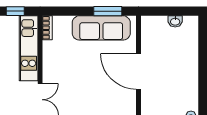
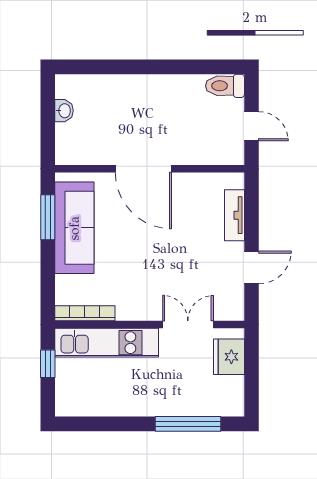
bookcase: (47, 28) -> (85, 313), width x1.56
door: (138, 71) -> (143, 169), hinge flipped

